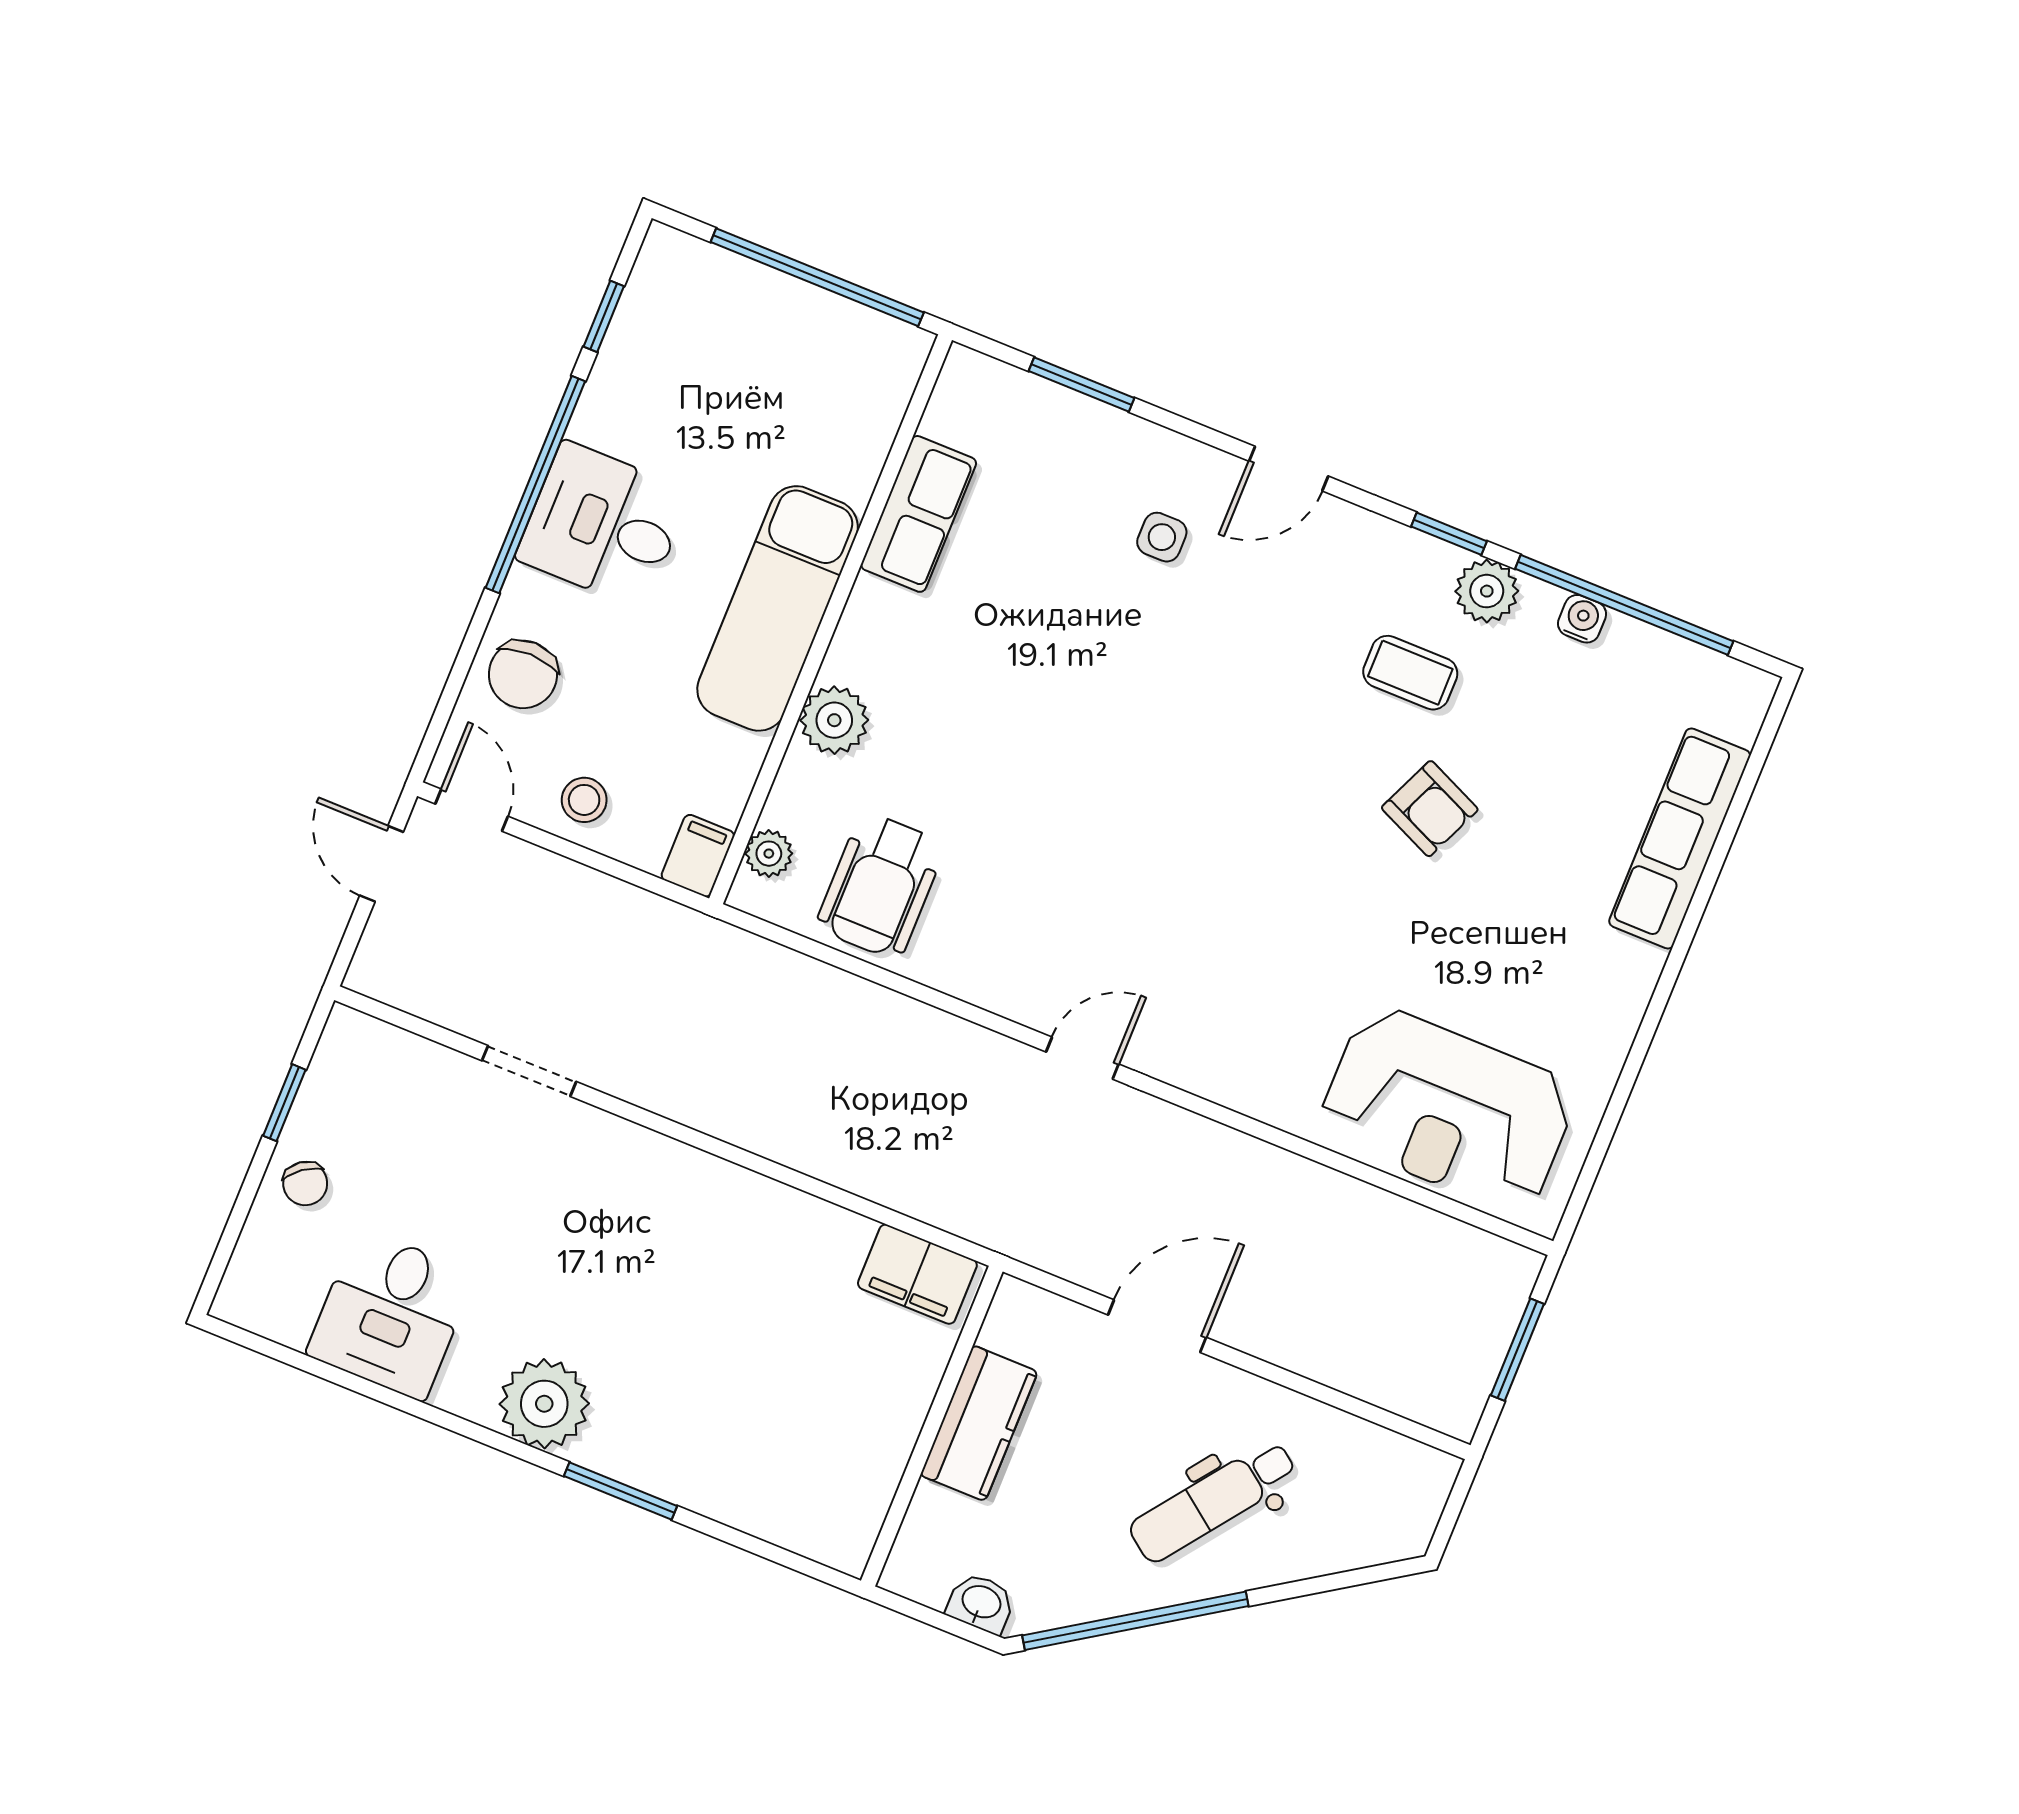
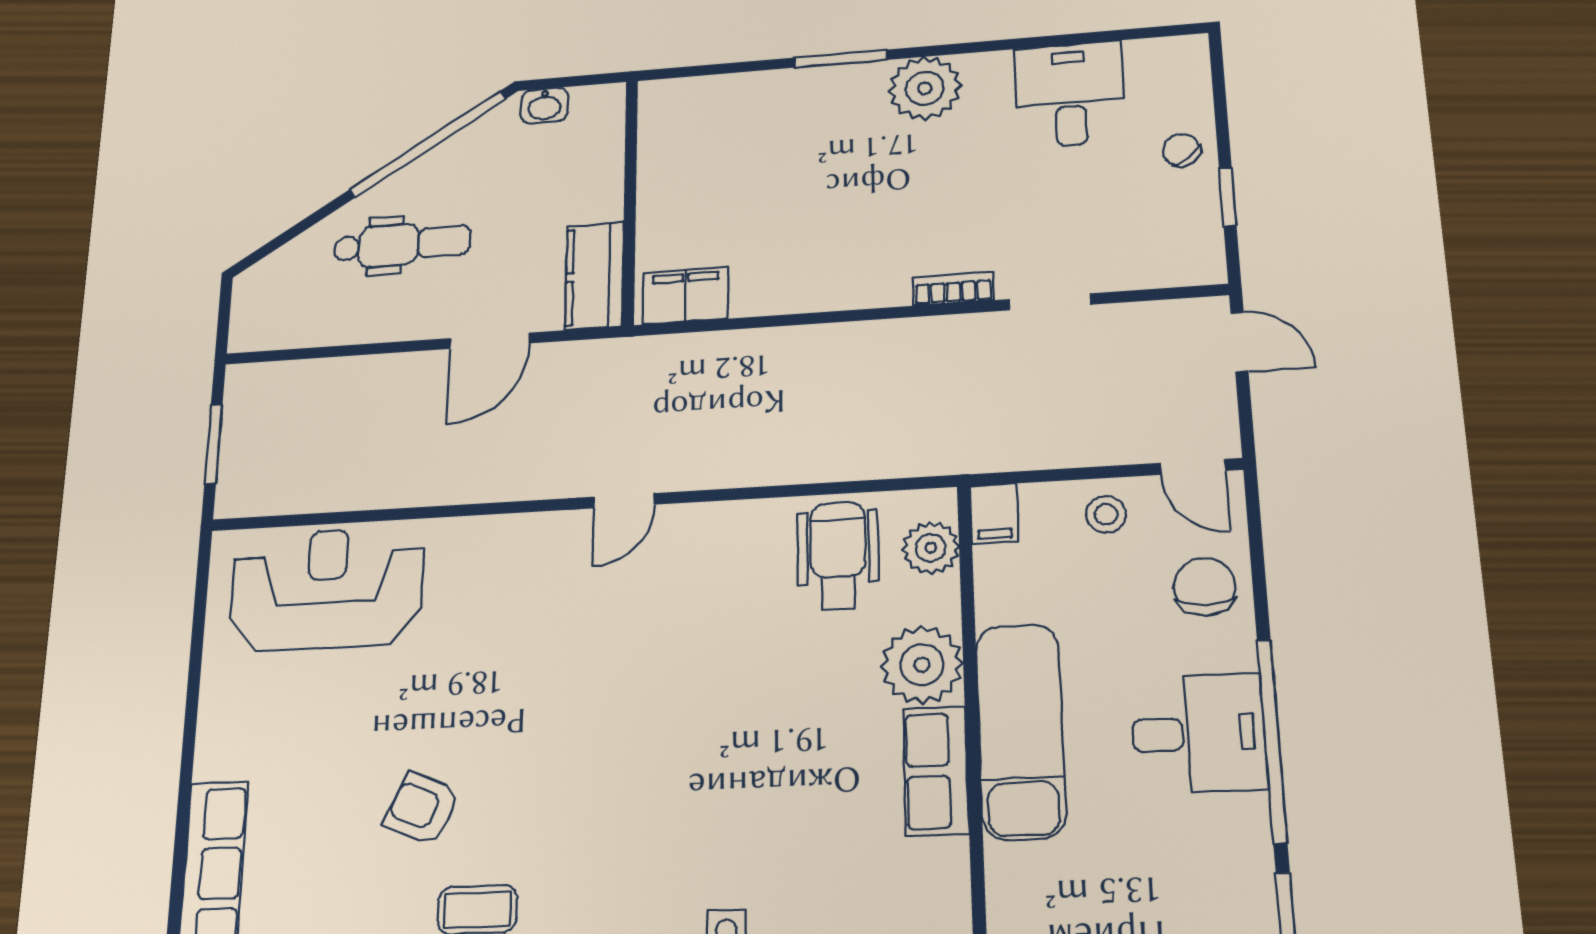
row of seats: (919, 514) -> (936, 771), moved
plant: (834, 720) -> (922, 665), width x1.36, depth x1.36
plant: (769, 854) -> (931, 548), width x1.38, depth x1.38
door: (381, 864) -> (1240, 342), moved
bookcase: (624, 1138) -> (953, 289), added
kitchen counter: (979, 1423) -> (595, 276), moved
dental chair: (1213, 1501) -> (402, 244), turned 53

